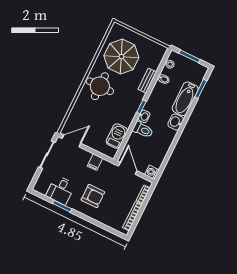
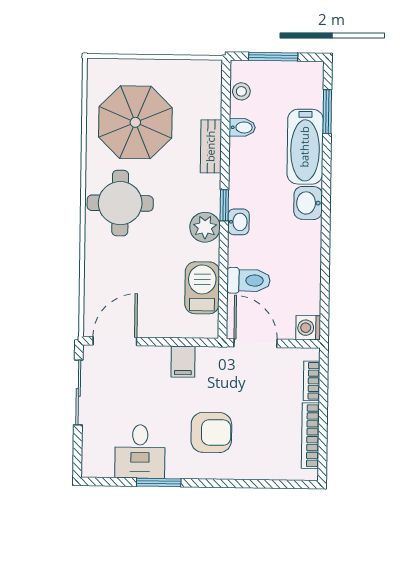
plant: (129, 112) -> (205, 227), added
toilet: (143, 130) -> (249, 280), moved

